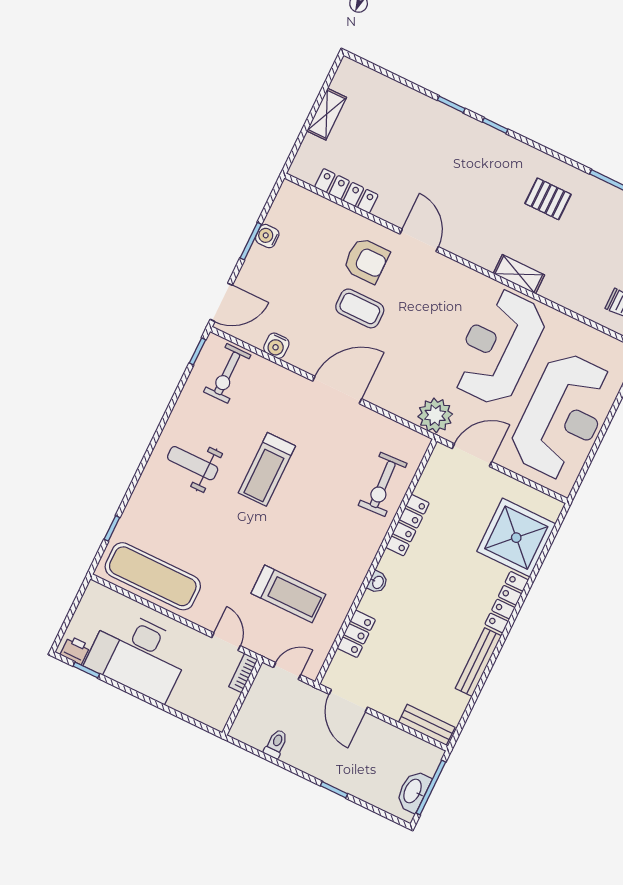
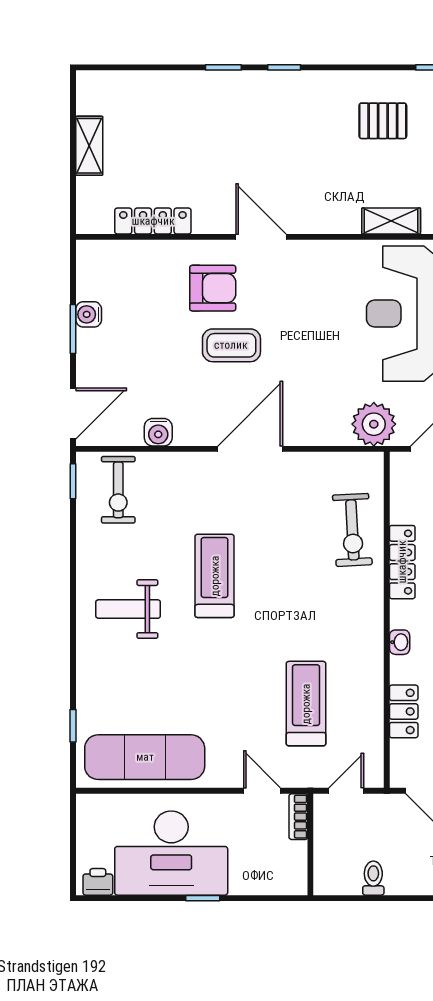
treadmill: (267, 469) -> (215, 576), turned 180
treadmill: (288, 594) -> (306, 704), turned -90
window: (86, 670) -> (203, 898), moved

